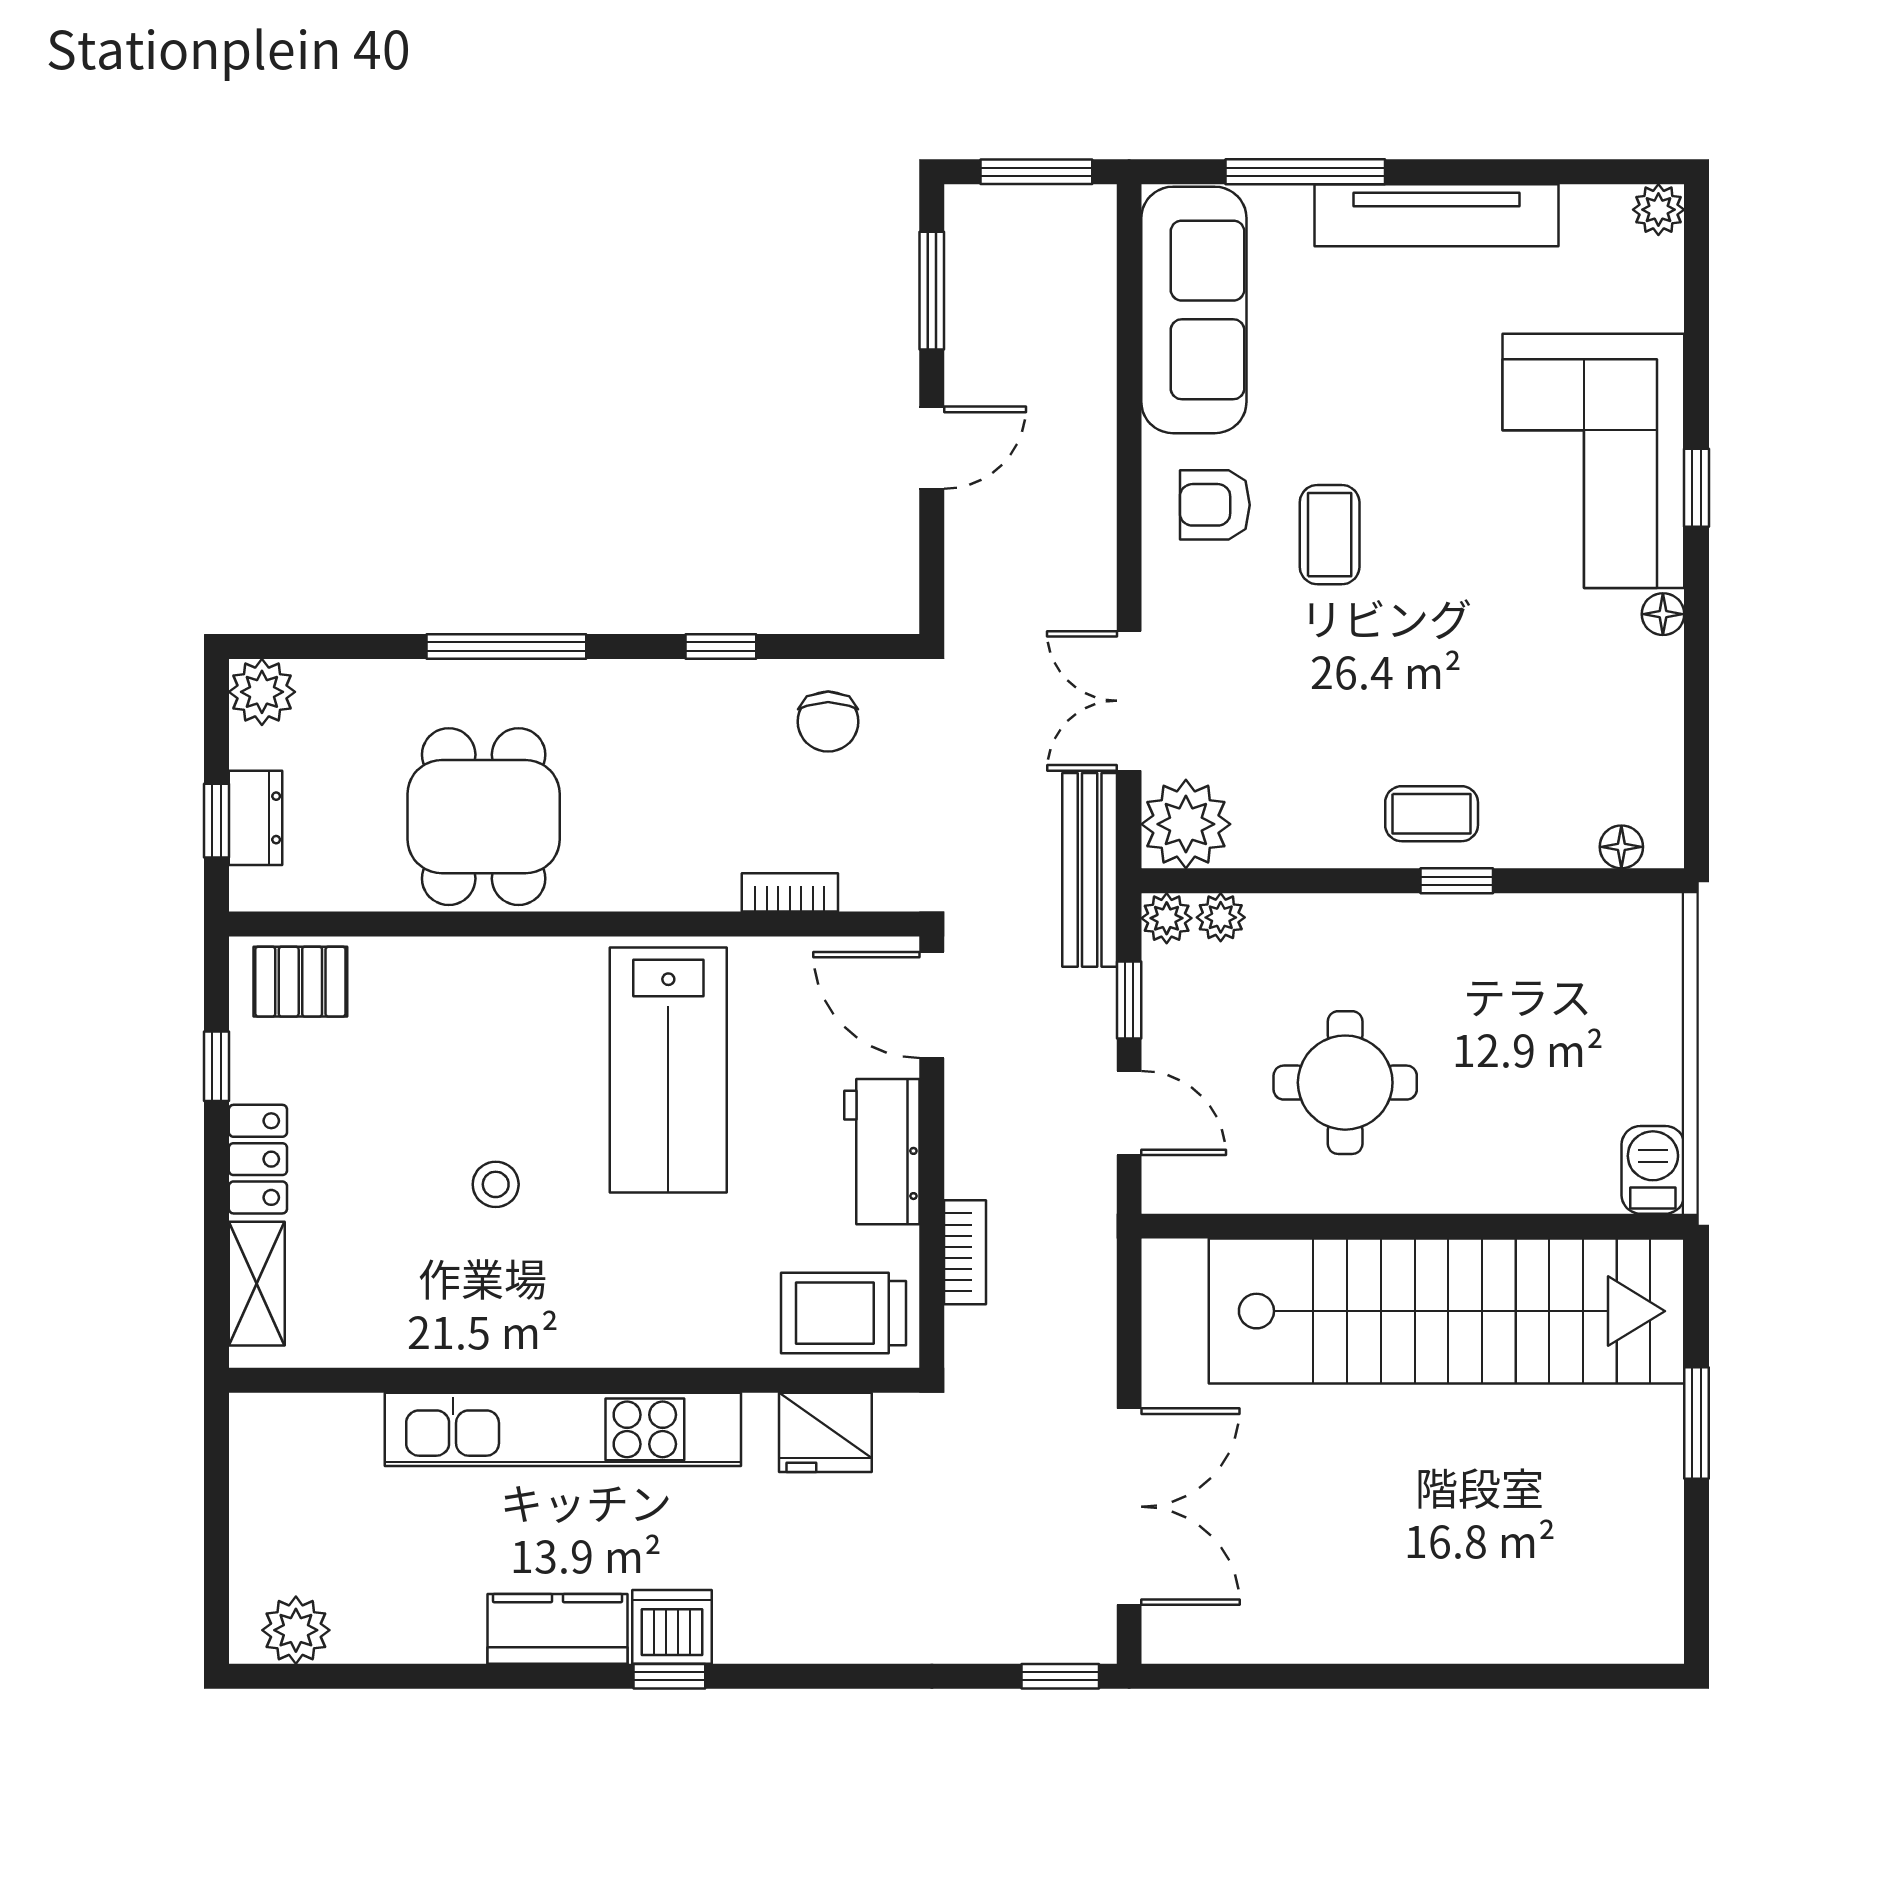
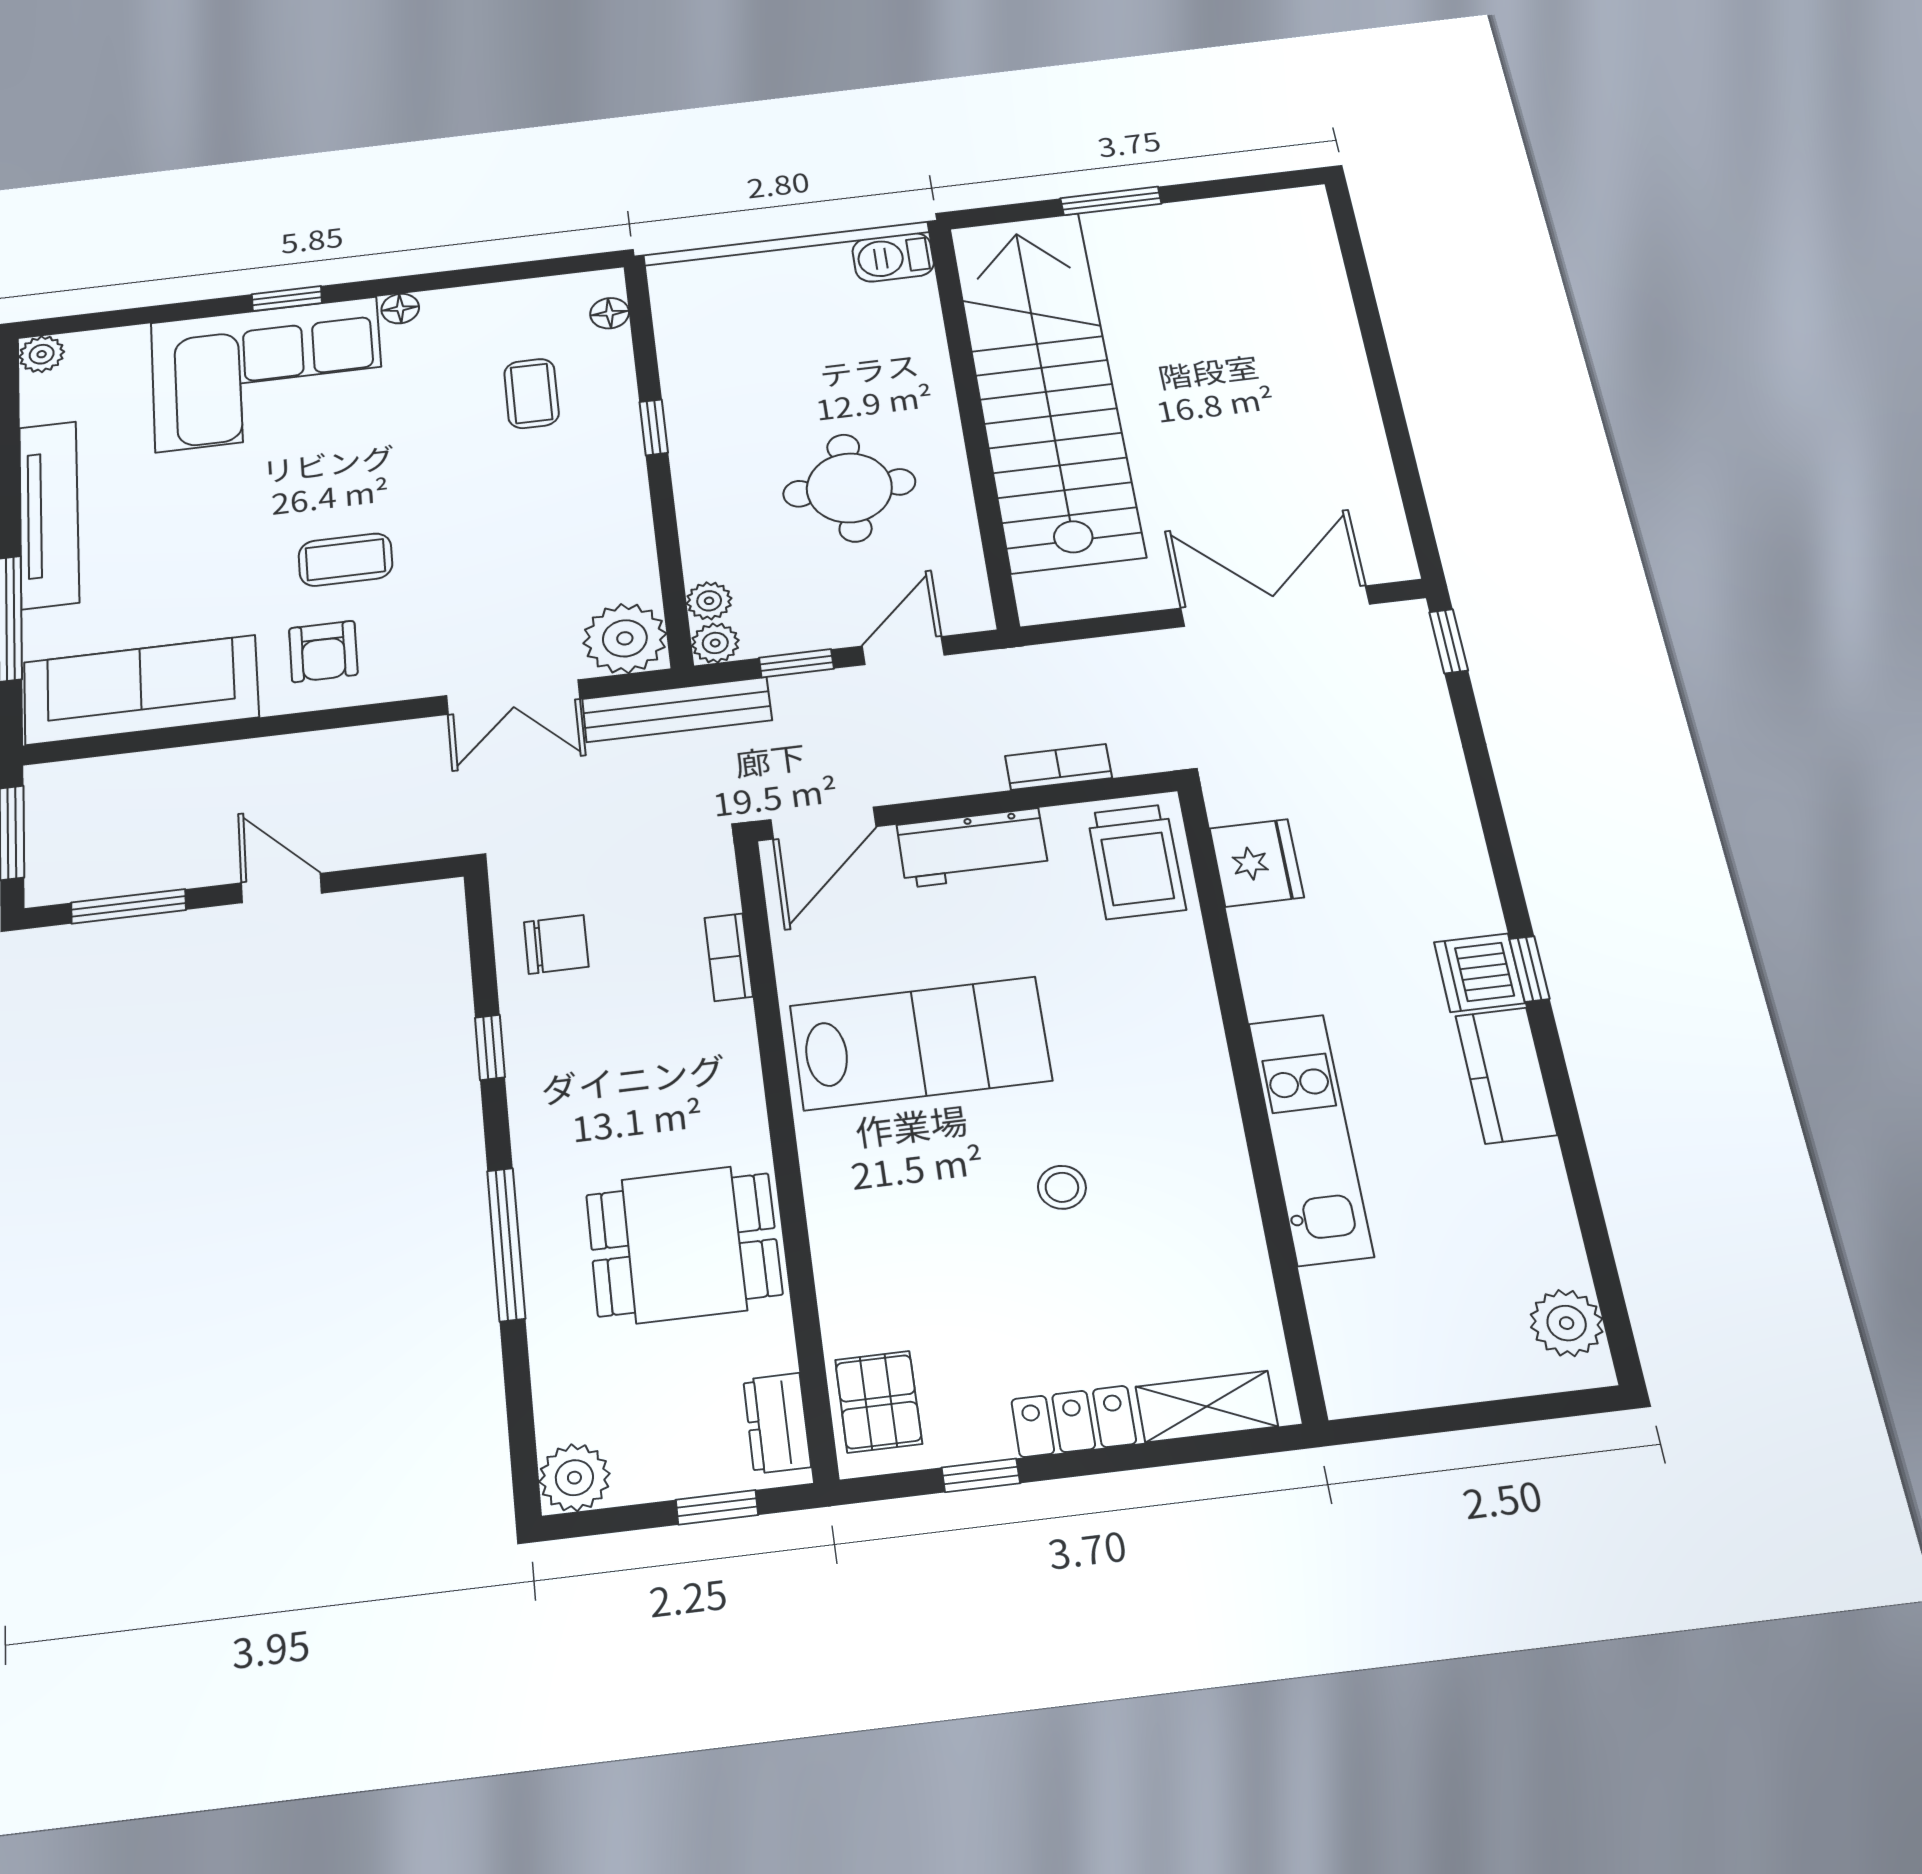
coffee table: (1432, 814) -> (532, 393), moved
dresser: (255, 818) -> (777, 1423), moved, turned -90
kitchen unit: (563, 1429) -> (1310, 1138), width x0.73

